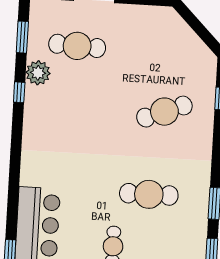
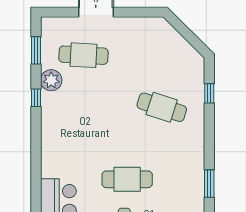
cafe table: (164, 112) -> (162, 107), turned 39
cafe table: (149, 194) -> (127, 179), moved

